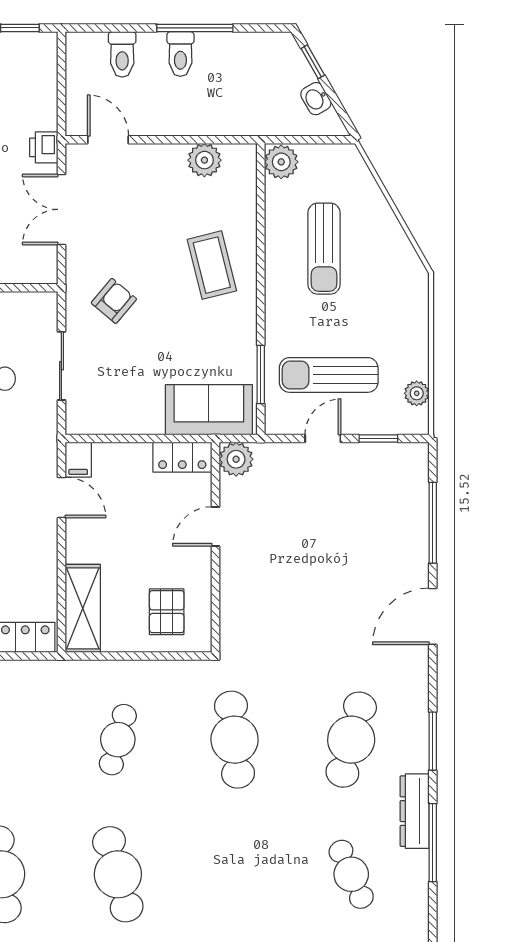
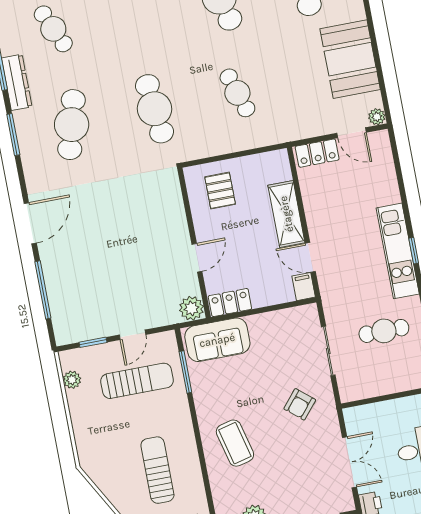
shelving: (83, 608) -> (286, 214), moved
cafe table: (118, 740) -> (237, 93), turned -33

